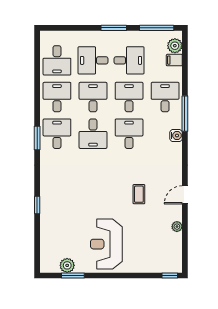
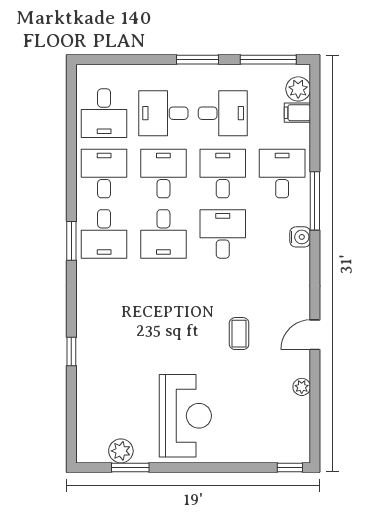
desk: (57, 134) -> (104, 234), turned 180
reception desk: (106, 244) -> (185, 416), turned 180

